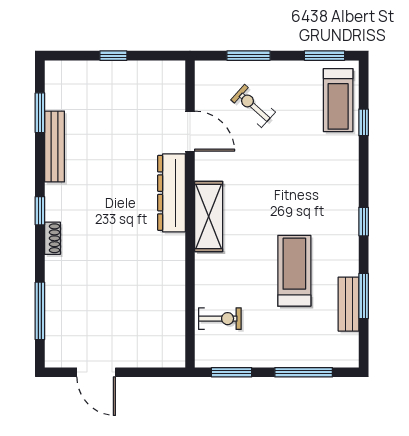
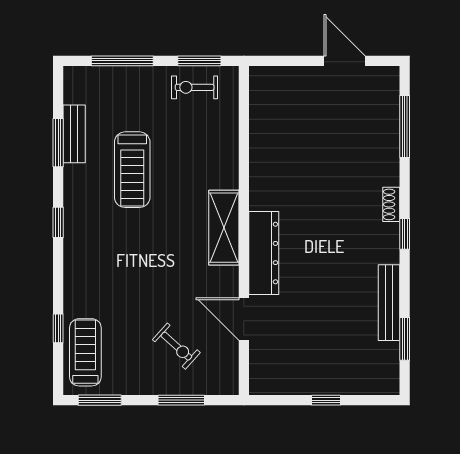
exercise bike: (220, 319) -> (195, 87), moved

